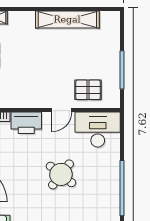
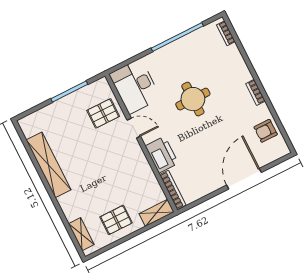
pallet: (88, 90) -> (103, 113), turned 90
round table: (61, 174) -> (193, 99), turned -38

